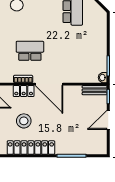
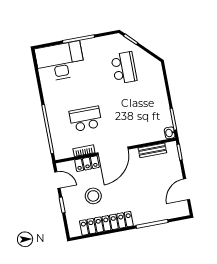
door: (49, 84) -> (113, 151), hinge flipped
bench: (95, 90) -> (152, 150), moved
door: (108, 120) -> (187, 189), moved

